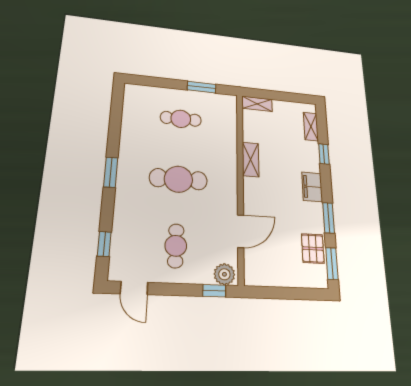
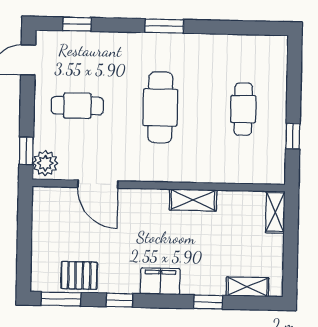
window: (202, 87) -> (293, 136), width x0.67
window: (329, 218) -> (119, 300), width x0.67

